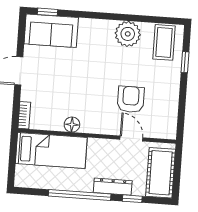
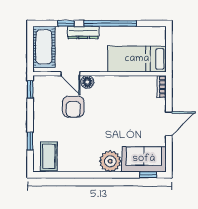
plant: (128, 34) -> (110, 161), moved
window: (181, 124) -> (30, 89), added
floor lamp: (72, 125) -> (87, 82), moved

